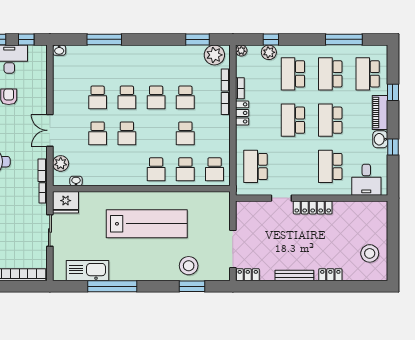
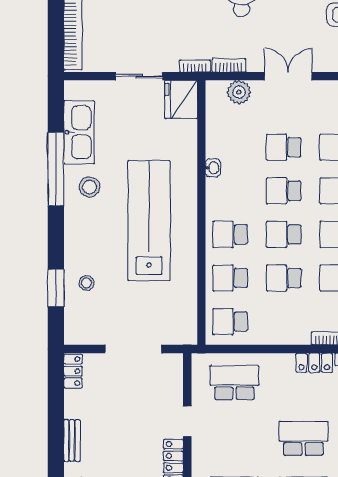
school desk: (156, 133) -> (284, 234), added
washbasin: (76, 181) -> (213, 168), moved
lab bench: (147, 224) -> (149, 221), turned 180
doorway: (233, 249) -> (133, 349), moved
stool: (124, 264) -> (90, 187), added
stool: (189, 266) -> (86, 283), width x0.53, depth x0.53
bench: (294, 275) -> (72, 441), width x0.73

